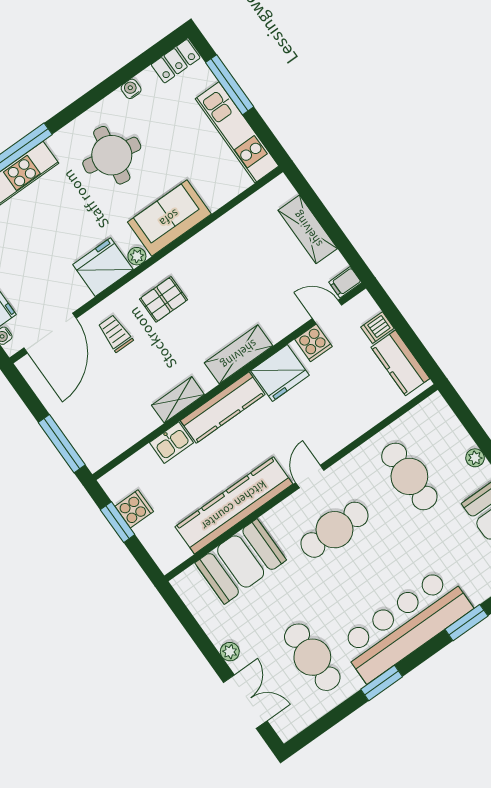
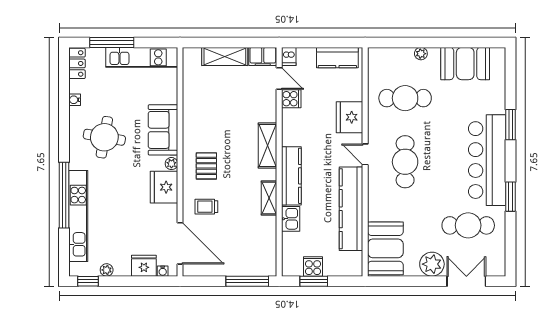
filing cabinet: (345, 282) -> (263, 56), width x2.00
door: (327, 312) -> (279, 79), swing flipped
dishwasher: (377, 328) -> (289, 56), moved
fridge: (280, 373) -> (350, 117), moved, turned 180
booth: (241, 561) -> (385, 248), moved
plant: (230, 652) -> (432, 264), width x1.88, depth x1.88

